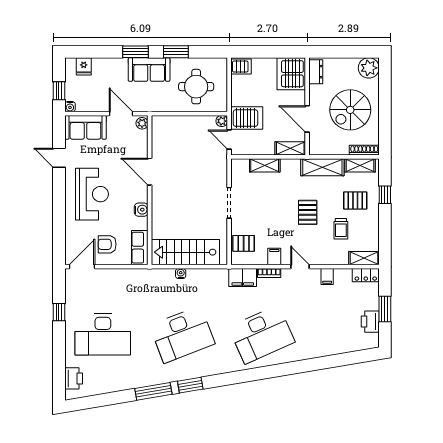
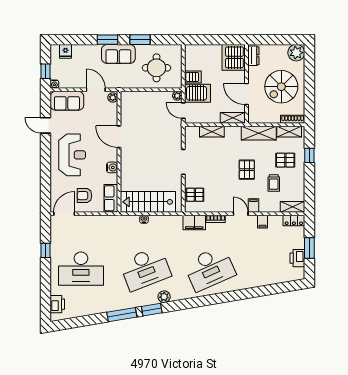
server rack: (241, 67) -> (193, 77), moved
filing cabinet: (274, 256) -> (253, 205), moved
plant: (205, 369) -> (164, 297), added

